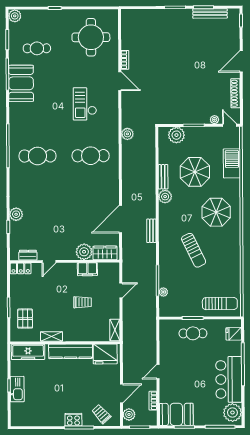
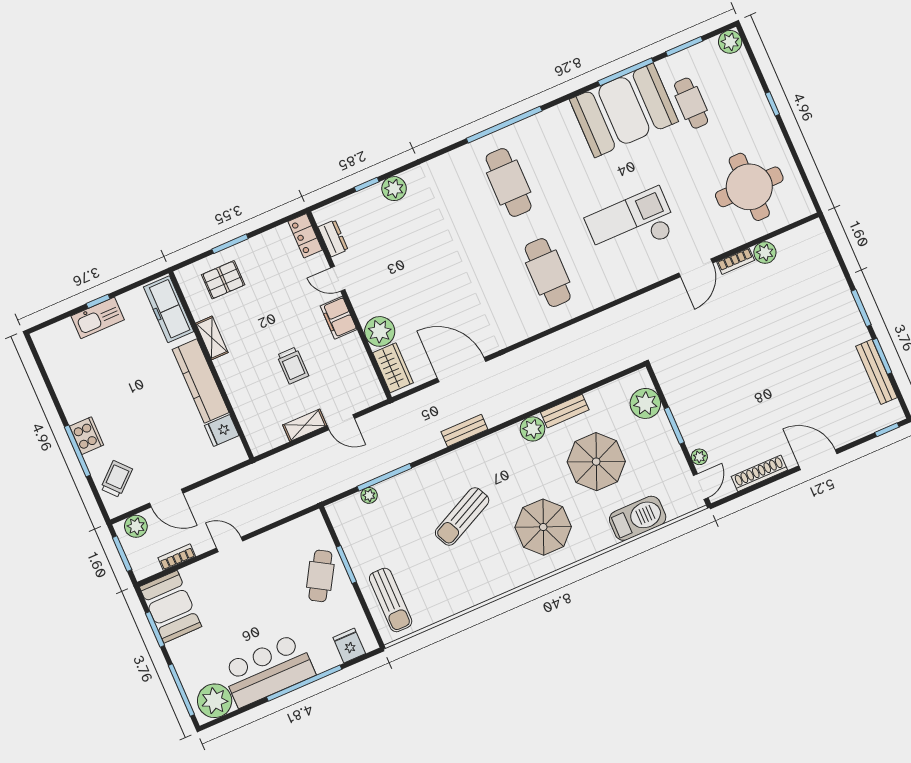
booth: (21, 83) -> (624, 110), width x1.36, depth x1.42
checkout: (85, 104) -> (632, 225), width x1.36, depth x1.21
plant: (127, 134) -> (765, 253), moved
filing cabinet: (87, 269) -> (339, 318), moved
shelving: (115, 330) -> (305, 425), moved
cafe table: (193, 333) -> (320, 576), turned 31
fridge: (105, 354) -> (222, 430), width x0.53, depth x0.75

